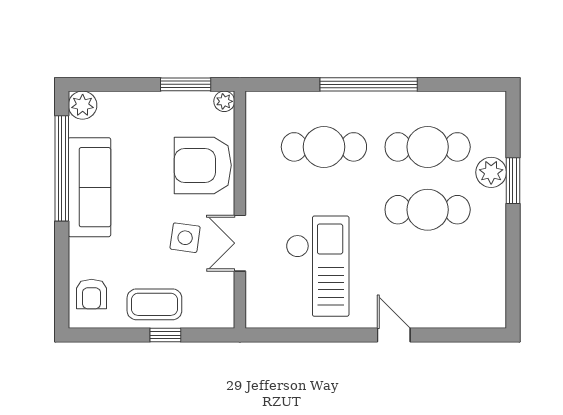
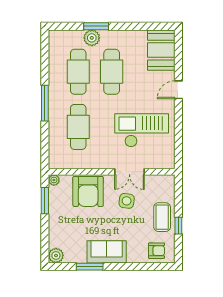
window: (369, 84) -> (45, 103), width x0.68
window: (62, 168) -> (90, 267), width x0.47
sofa: (89, 187) -> (107, 252), width x0.73
booth: (468, 303) -> (161, 50), added
window: (165, 335) -> (178, 226), moved

